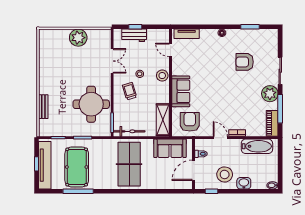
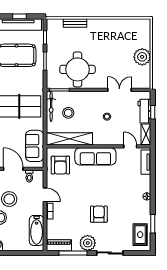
shelving: (158, 34) -> (146, 134), added
rug: (261, 40) -> (140, 235), added
door: (170, 50) -> (130, 146), hinge flipped
double door: (112, 61) -> (119, 90), swing flipped
armchair: (245, 62) -> (99, 214), moved
stool: (162, 76) -> (68, 113), moved
trolley: (130, 91) -> (90, 107), removed
sofa: (181, 91) -> (95, 156), width x1.36
shelving: (163, 120) -> (70, 139), width x1.47
armchair: (190, 122) -> (60, 165), turned 90
door: (220, 138) -> (45, 195), hinge flipped

